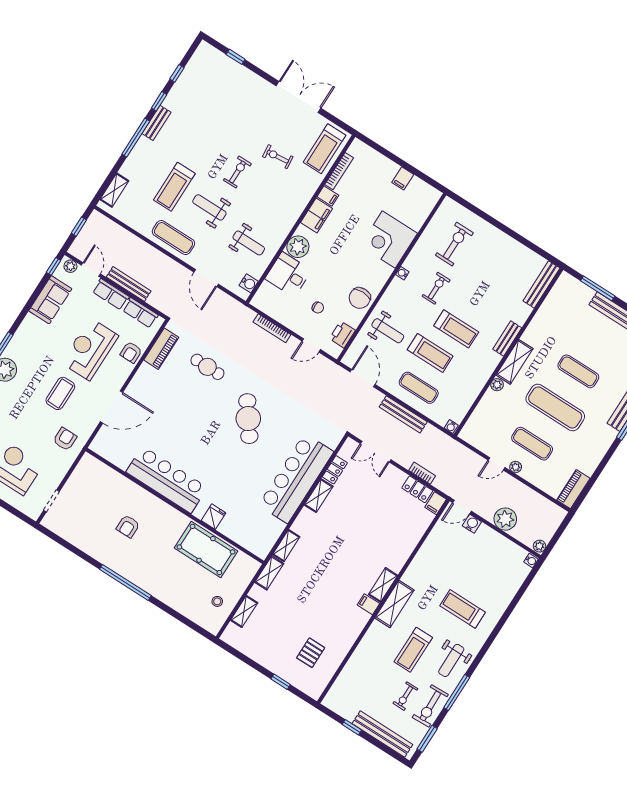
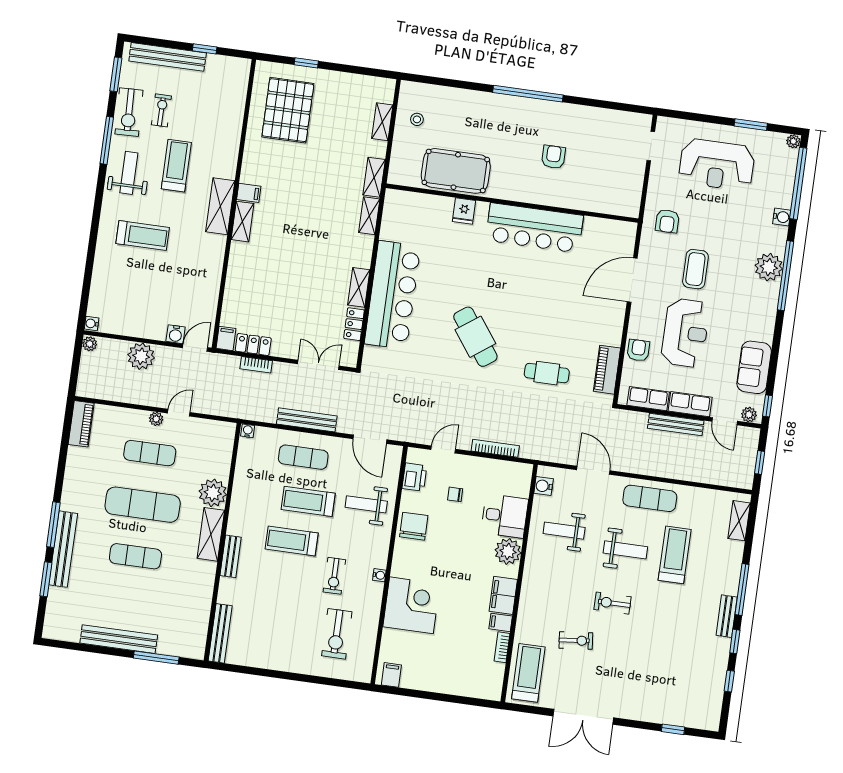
bookcase: (339, 171) -> (502, 647), width x0.64
exercise bike: (237, 172) -> (613, 603), turned 90
filing cabinet: (403, 178) -> (391, 675), moved
plant: (497, 385) -> (213, 493), width x1.87, depth x1.87
pallet: (311, 653) -> (288, 110), width x2.05, depth x2.00
exercise bike: (430, 706) -> (129, 112), turned 180

